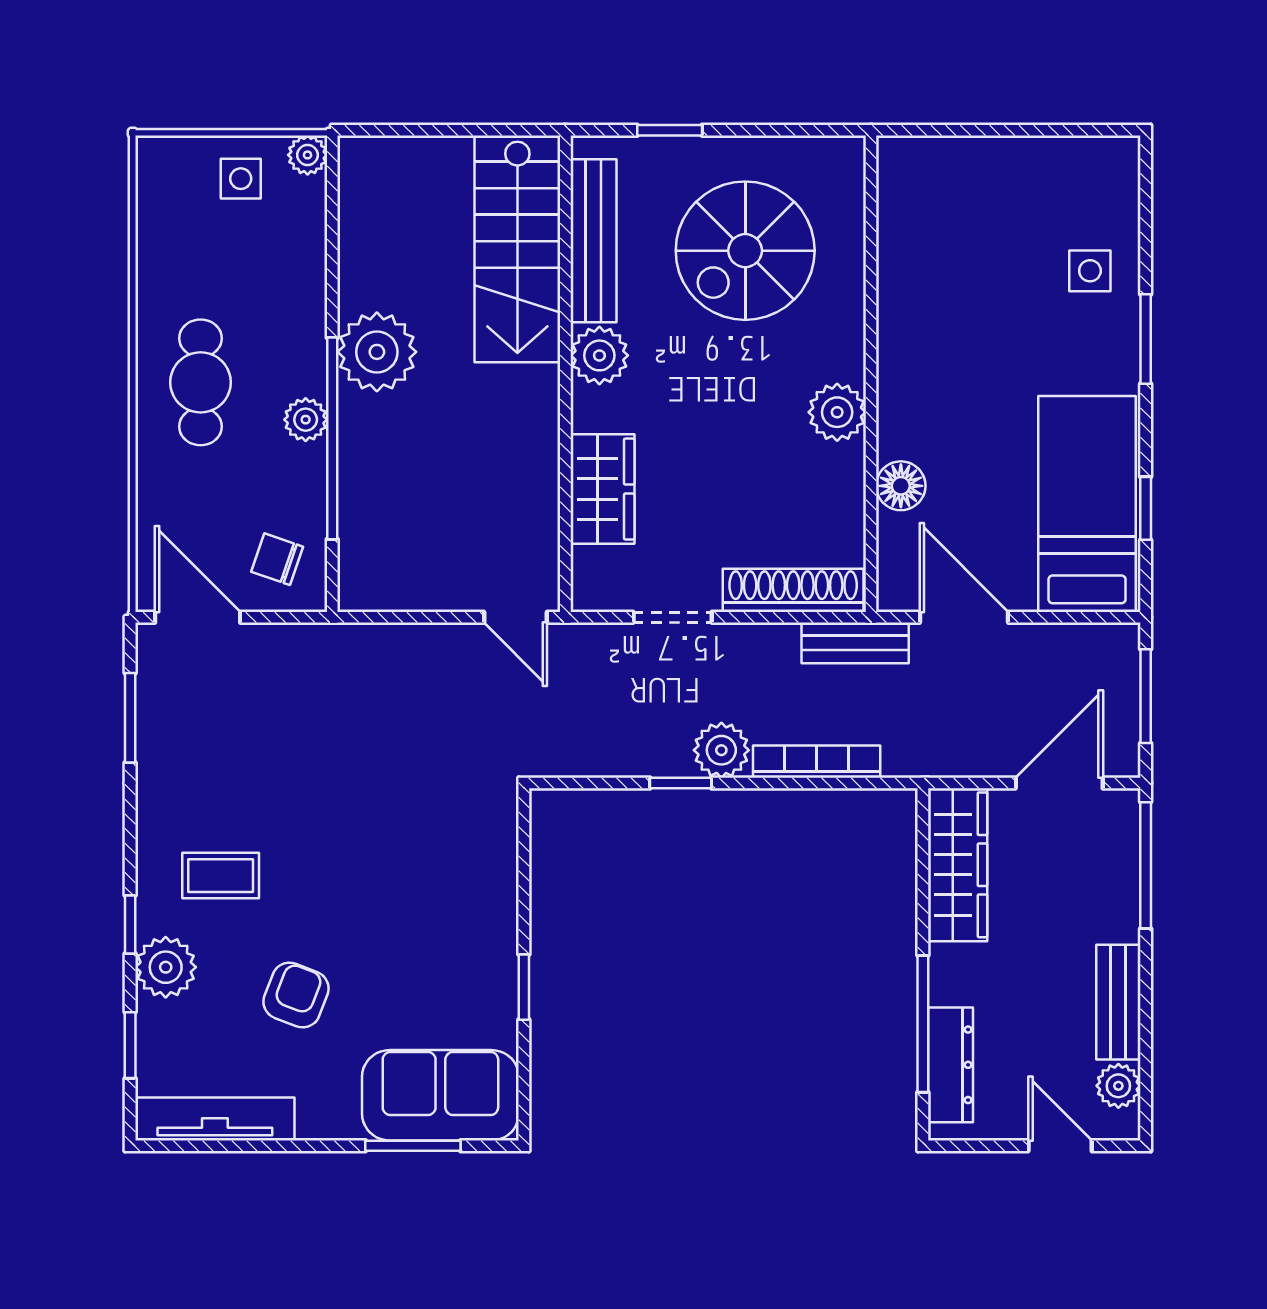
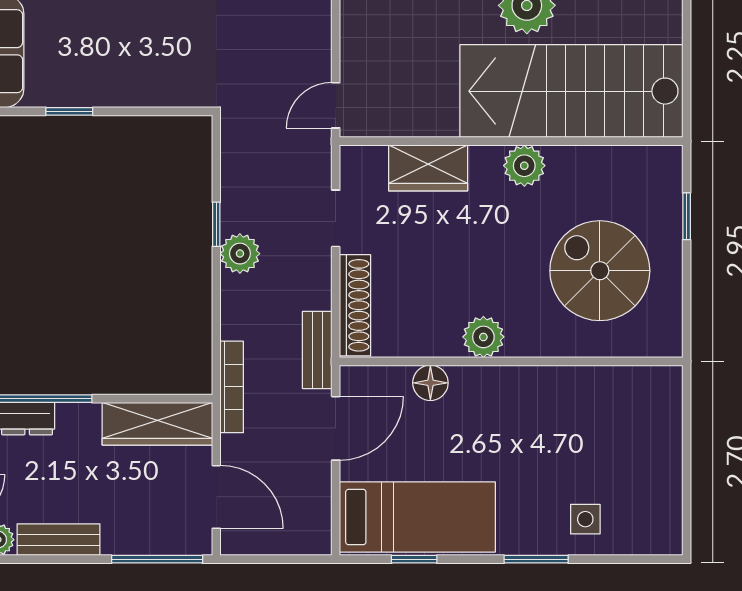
bench: (593, 241) -> (607, 161), removed
stairs: (517, 249) -> (571, 91), width x1.36, depth x1.51
window: (1146, 696) -> (279, 559), removed
bookcase: (817, 762) -> (232, 387), moved

